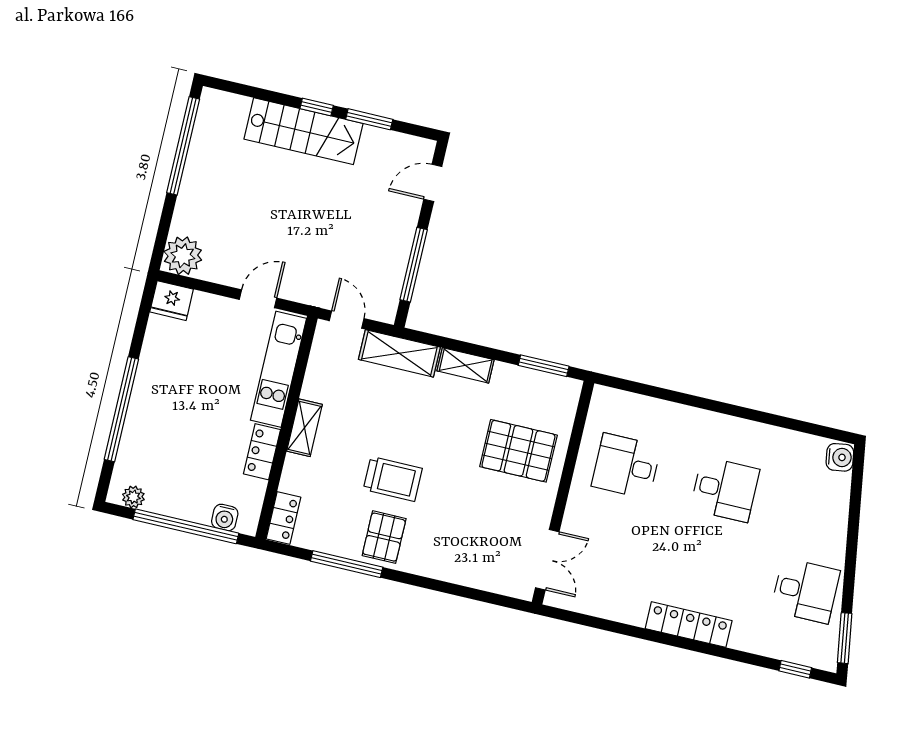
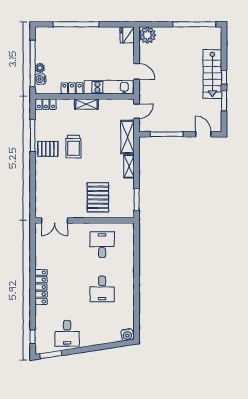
plant: (133, 497) -> (40, 68), moved

